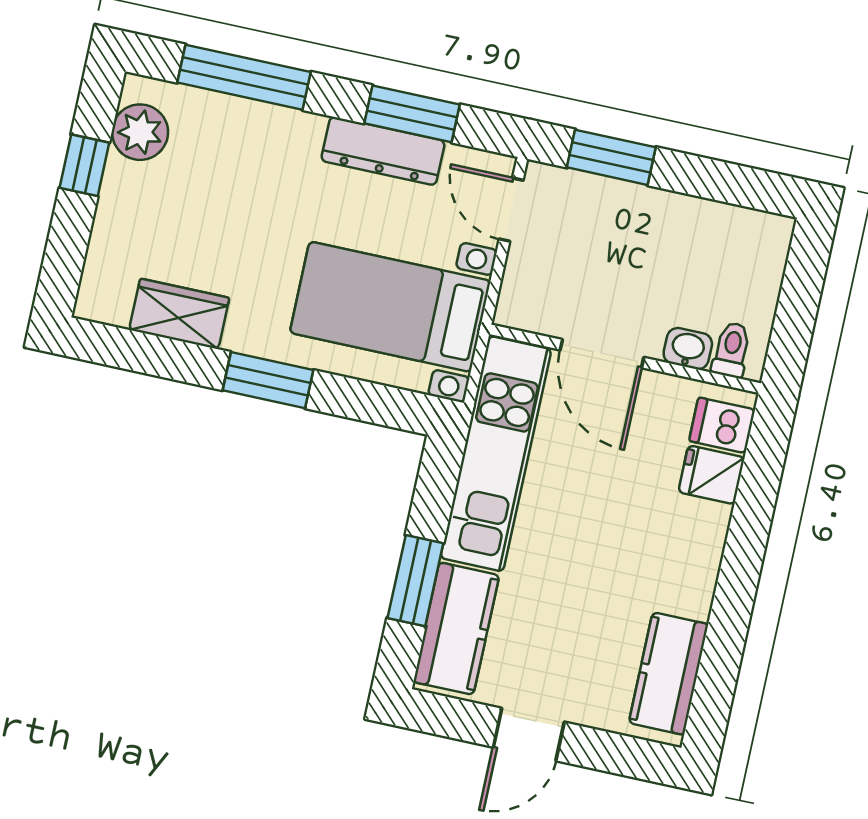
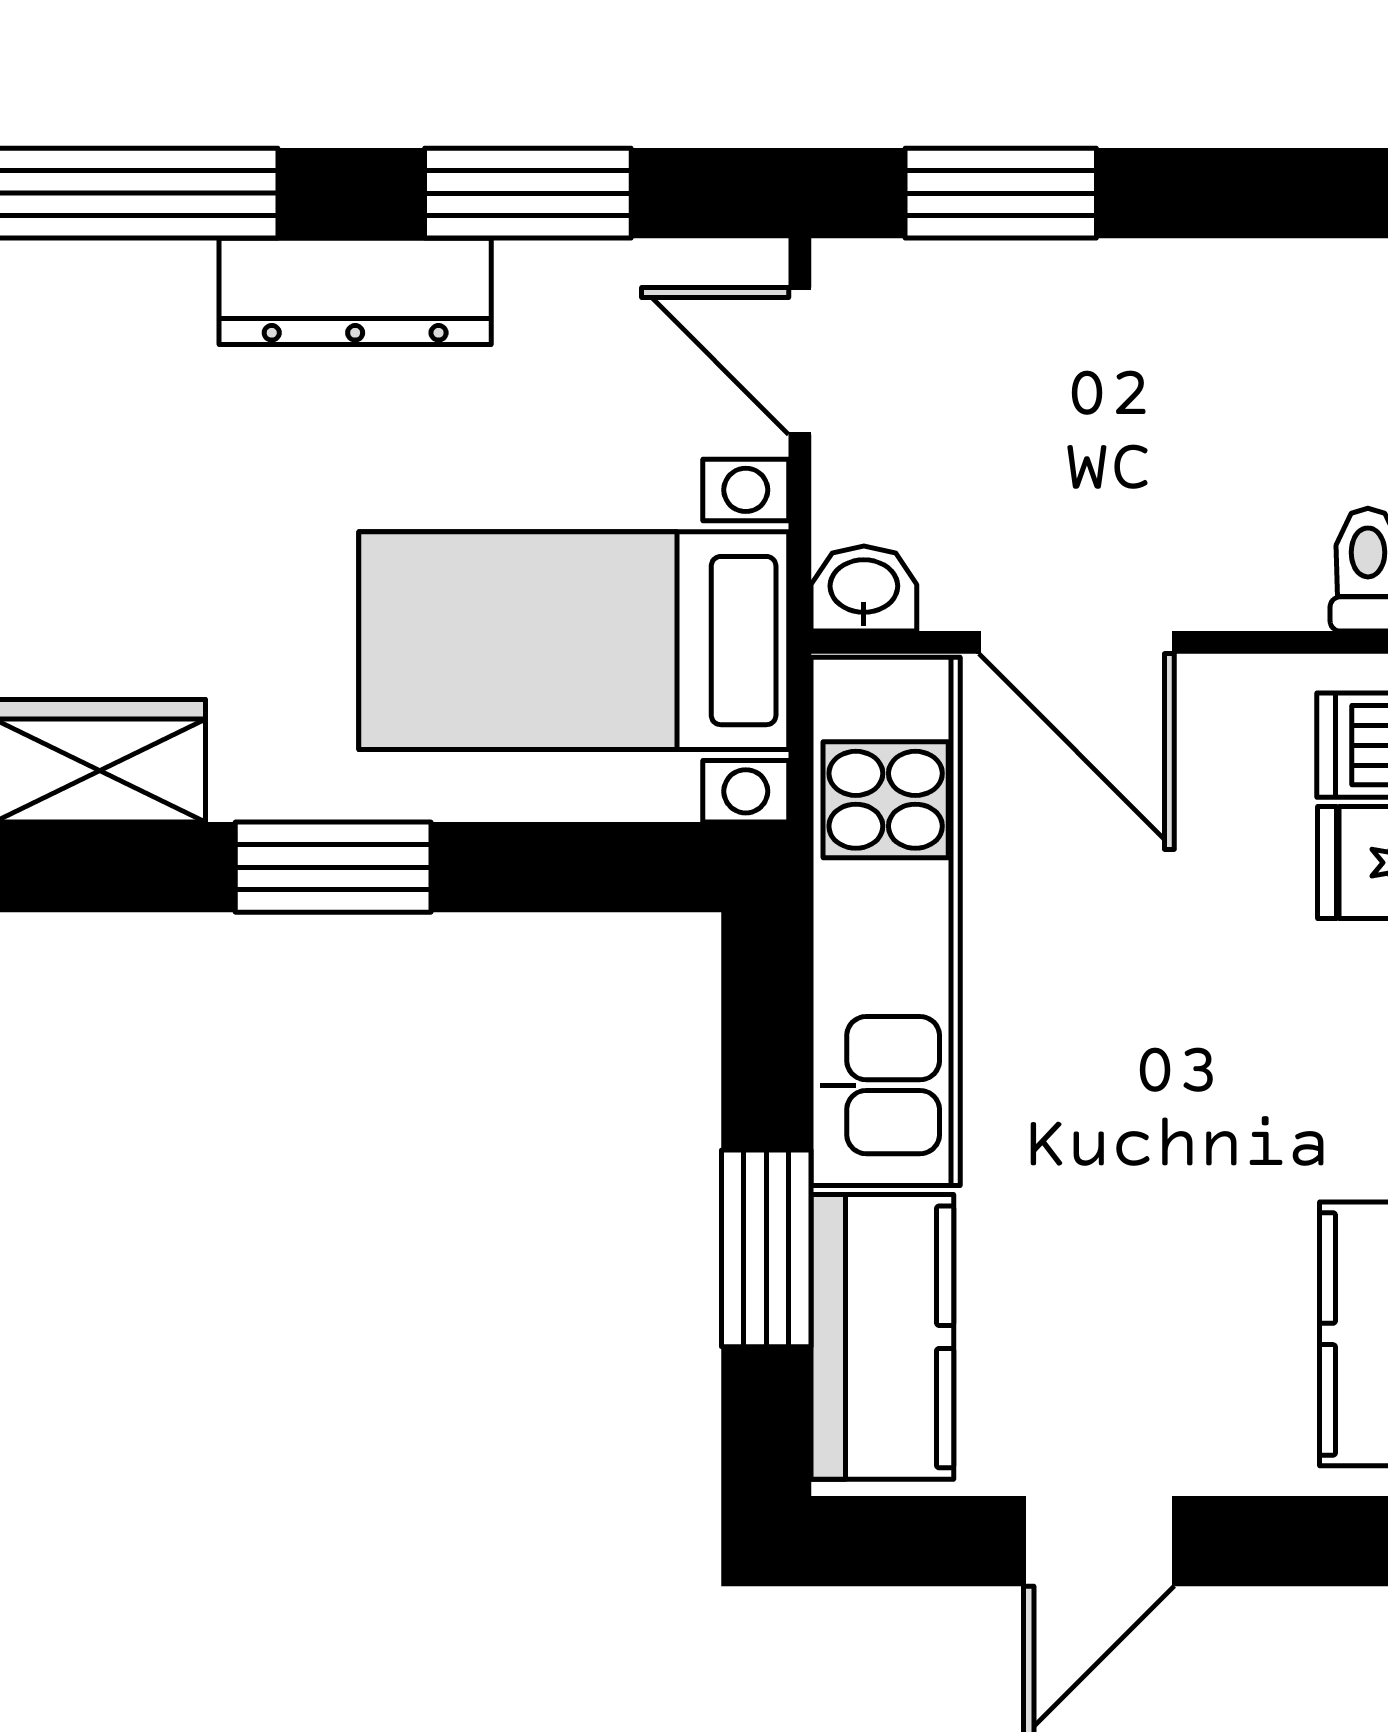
dresser: (383, 151) -> (355, 291), moved
washbasin: (688, 349) -> (864, 589), moved

